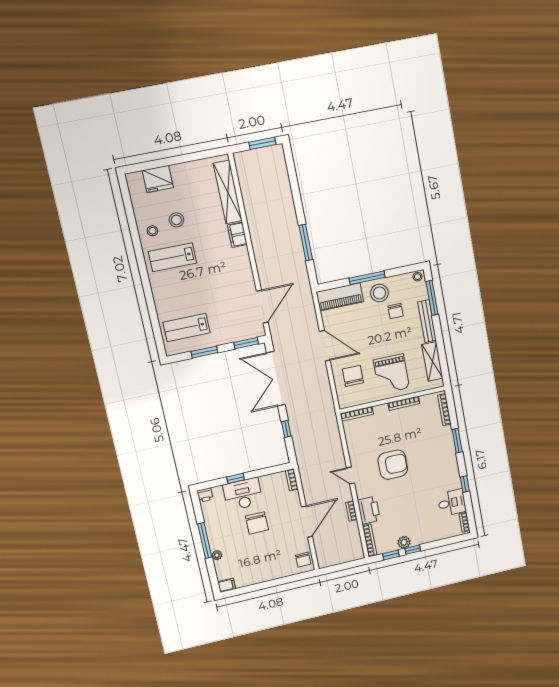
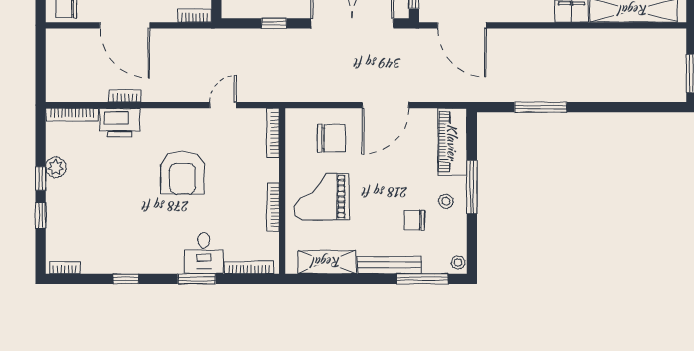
stool: (379, 293) -> (446, 201), width x0.53, depth x0.53
door: (351, 476) -> (223, 105), moved
desk: (452, 503) -> (204, 253), moved
window: (391, 555) -> (41, 215), moved

